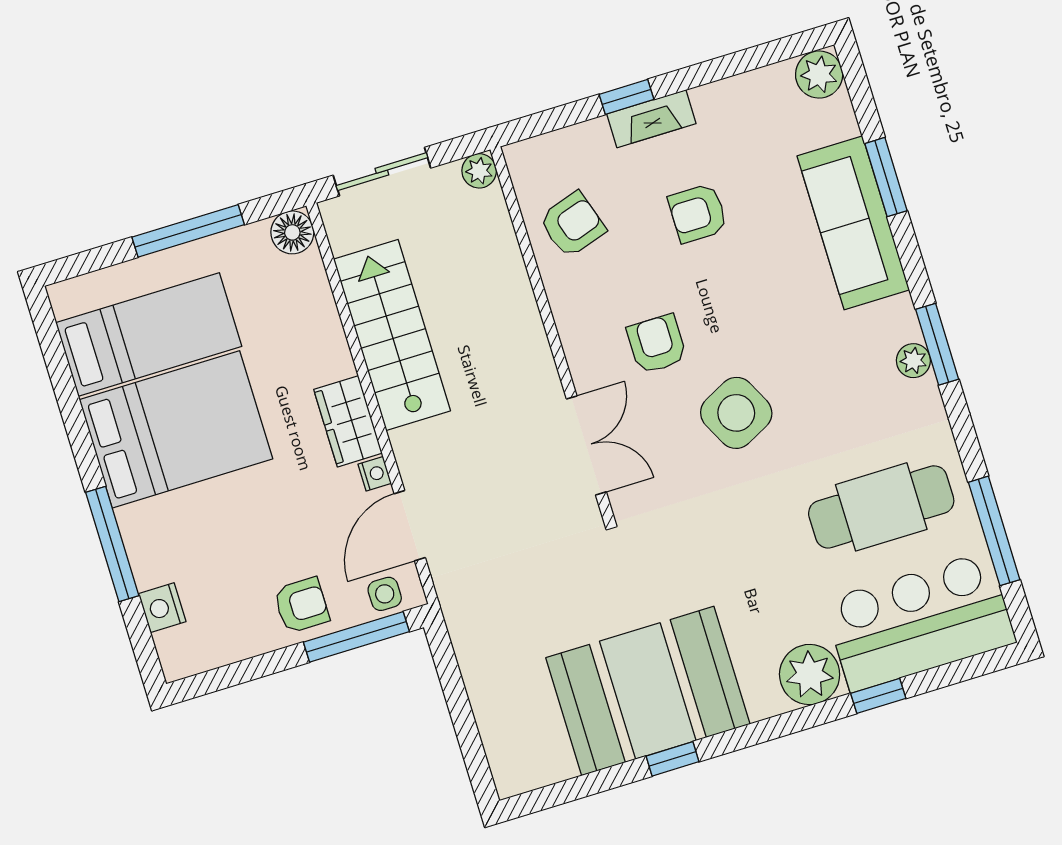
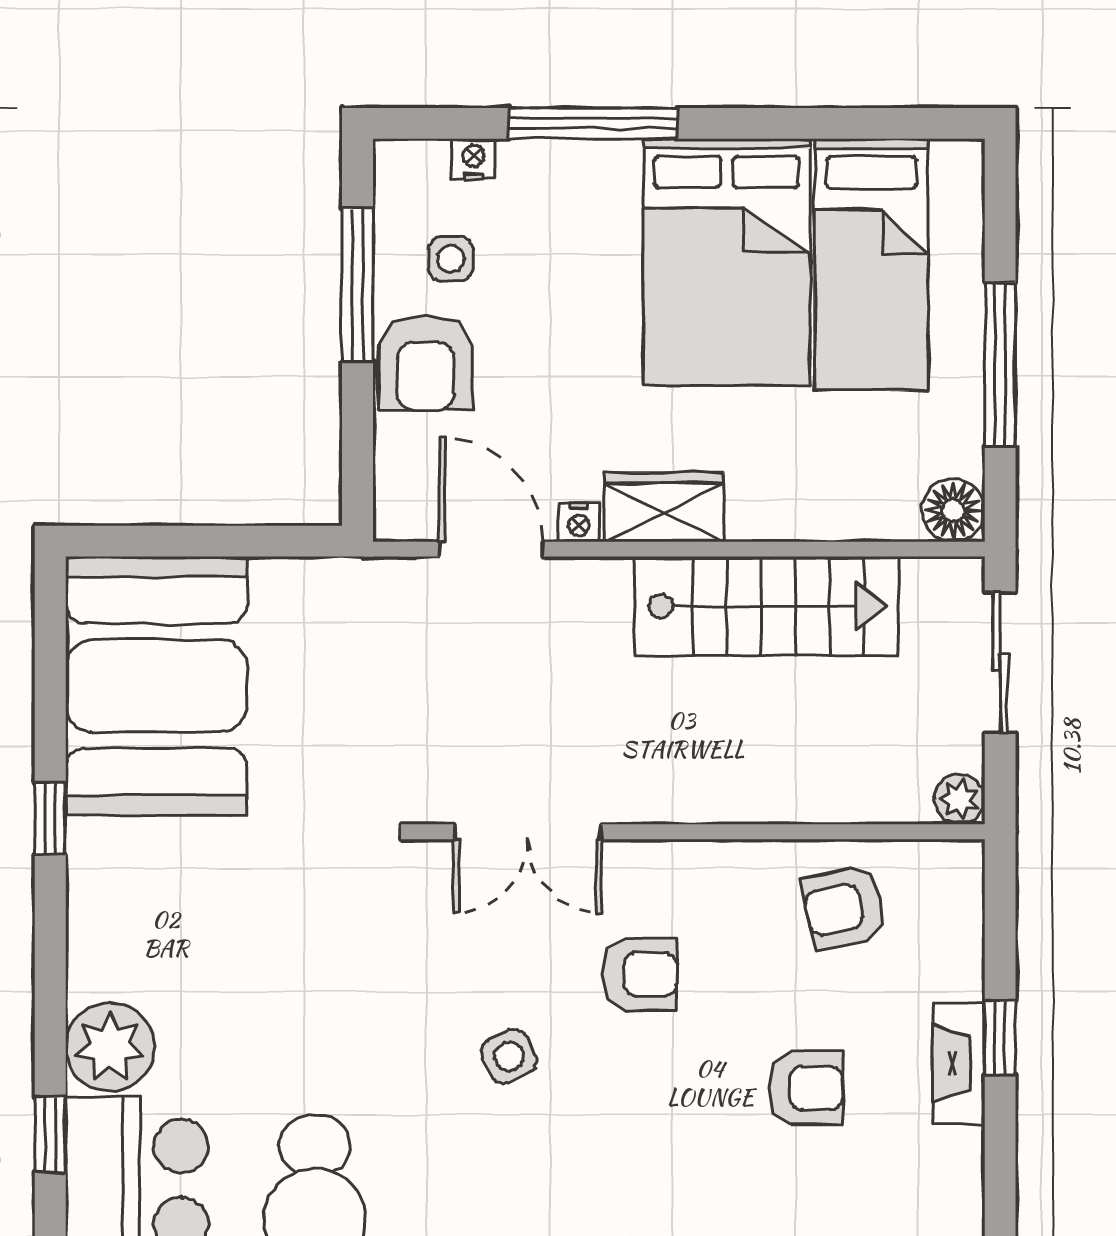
armchair: (698, 213) -> (806, 1088), turned 90
armchair: (572, 225) -> (844, 907), turned 95
side table: (736, 413) -> (509, 1056), width x0.54, depth x0.54
side table: (385, 594) -> (451, 259), moved
armchair: (301, 605) -> (426, 363), width x1.38, depth x1.38
nightstand: (162, 608) -> (474, 159), width x0.72, depth x0.74
window: (356, 637) -> (357, 285), moved
booth: (648, 691) -> (156, 686), moved

